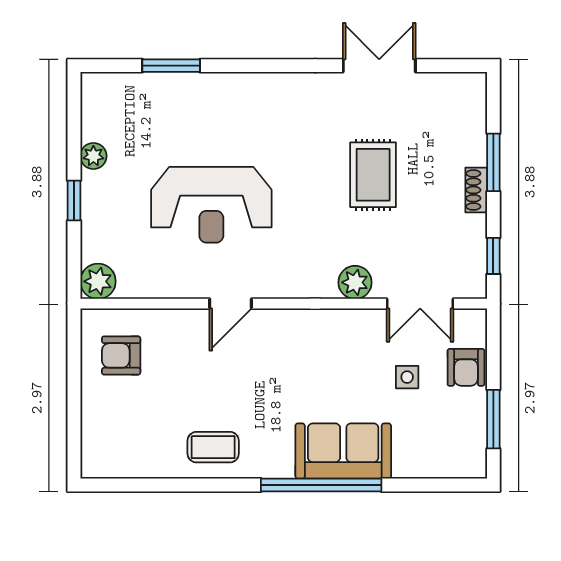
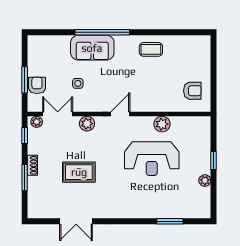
rug: (373, 175) -> (79, 172), turned 90
reception desk: (211, 205) -> (152, 159), turned 180
plant: (98, 281) -> (162, 124), moved
plant: (467, 286) -> (37, 122), added
door: (230, 304) -> (120, 114), moved
side table: (407, 377) -> (78, 83), moved
window: (493, 419) -> (25, 80), moved

